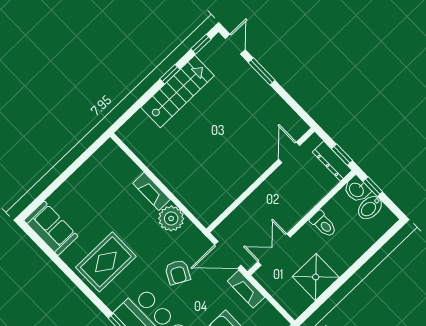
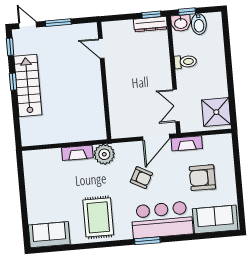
door: (289, 152) -> (101, 48), moved
wall: (260, 180) -> (104, 81), moved
shower: (316, 277) -> (216, 112), moved

